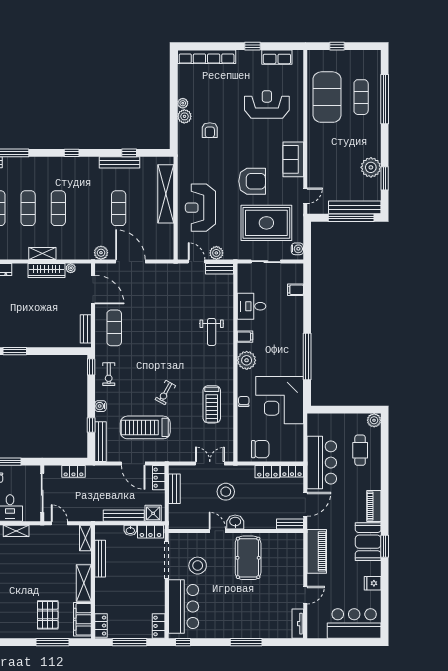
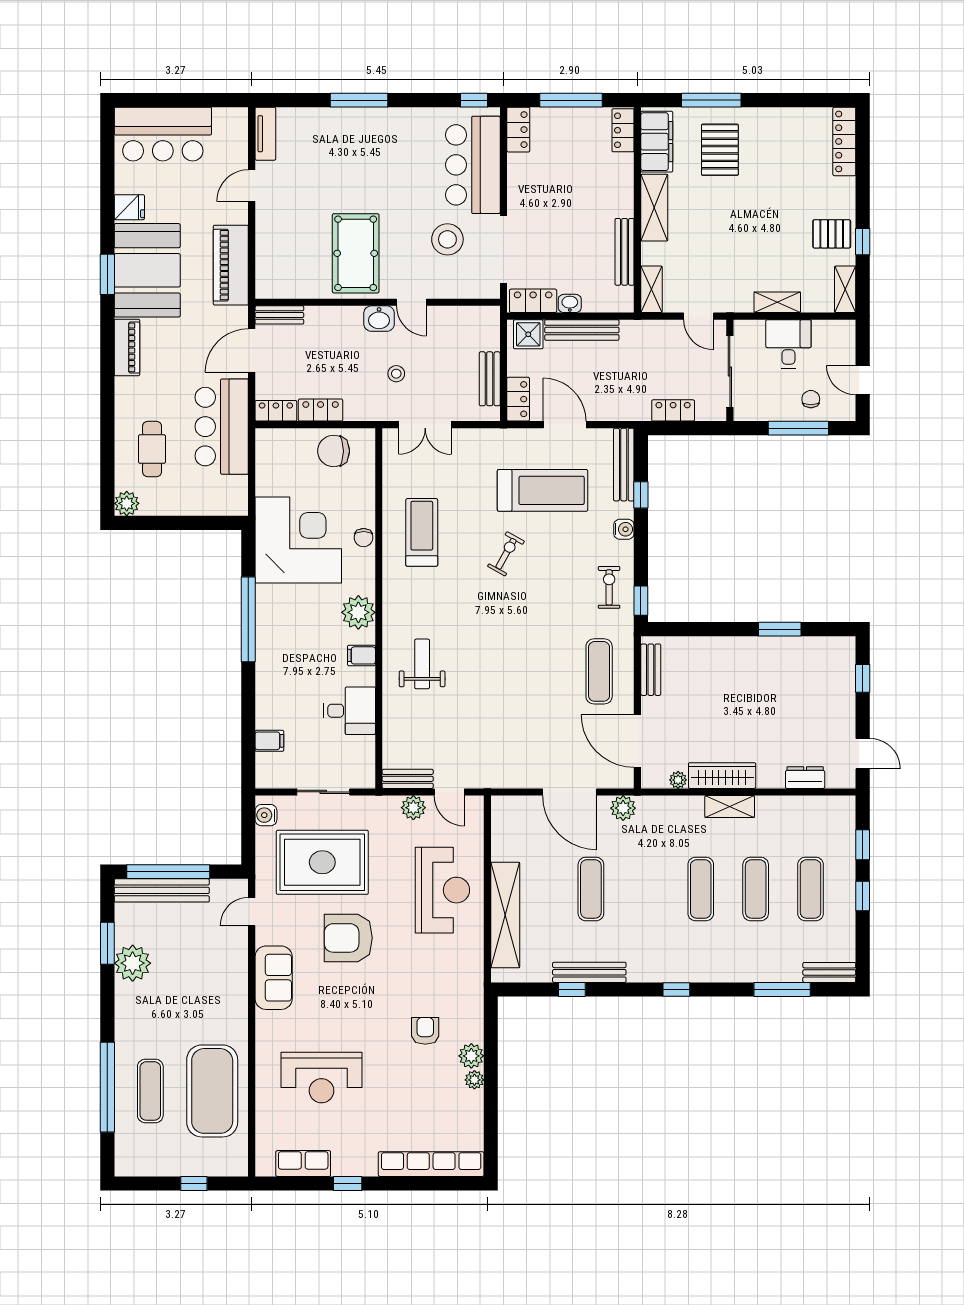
stool: (226, 492) -> (396, 374), width x0.53, depth x0.53
booth: (368, 542) -> (147, 270), width x1.36, depth x1.42

